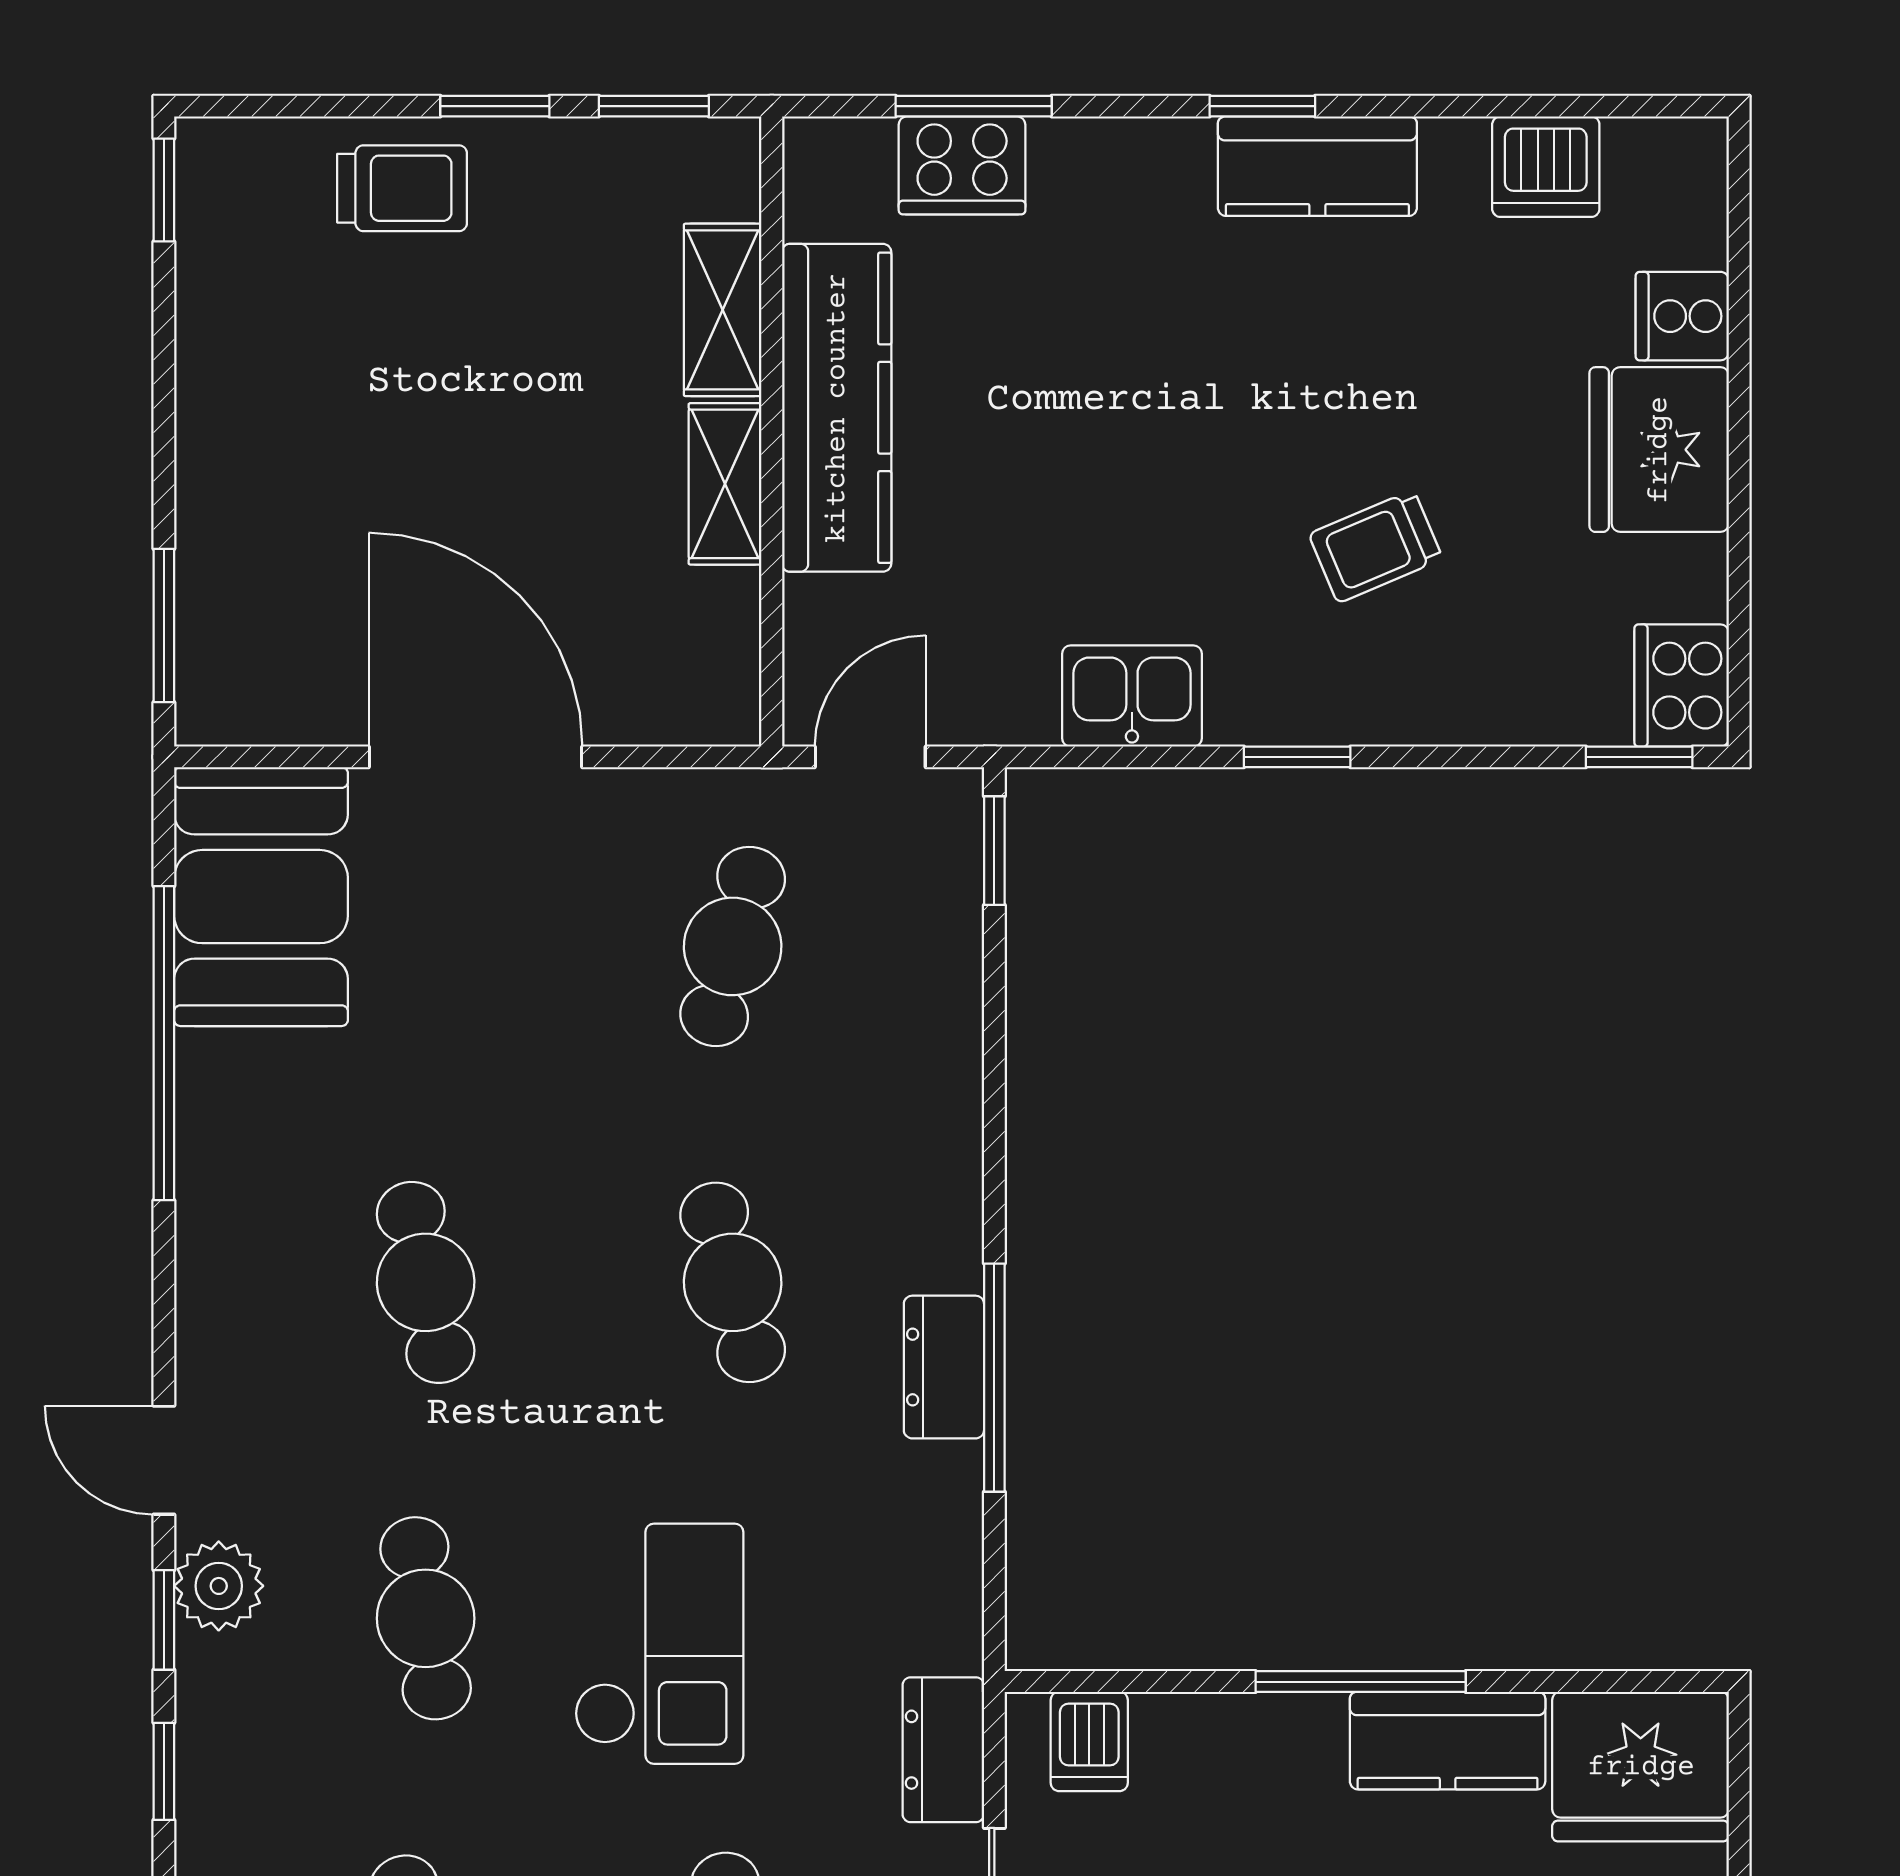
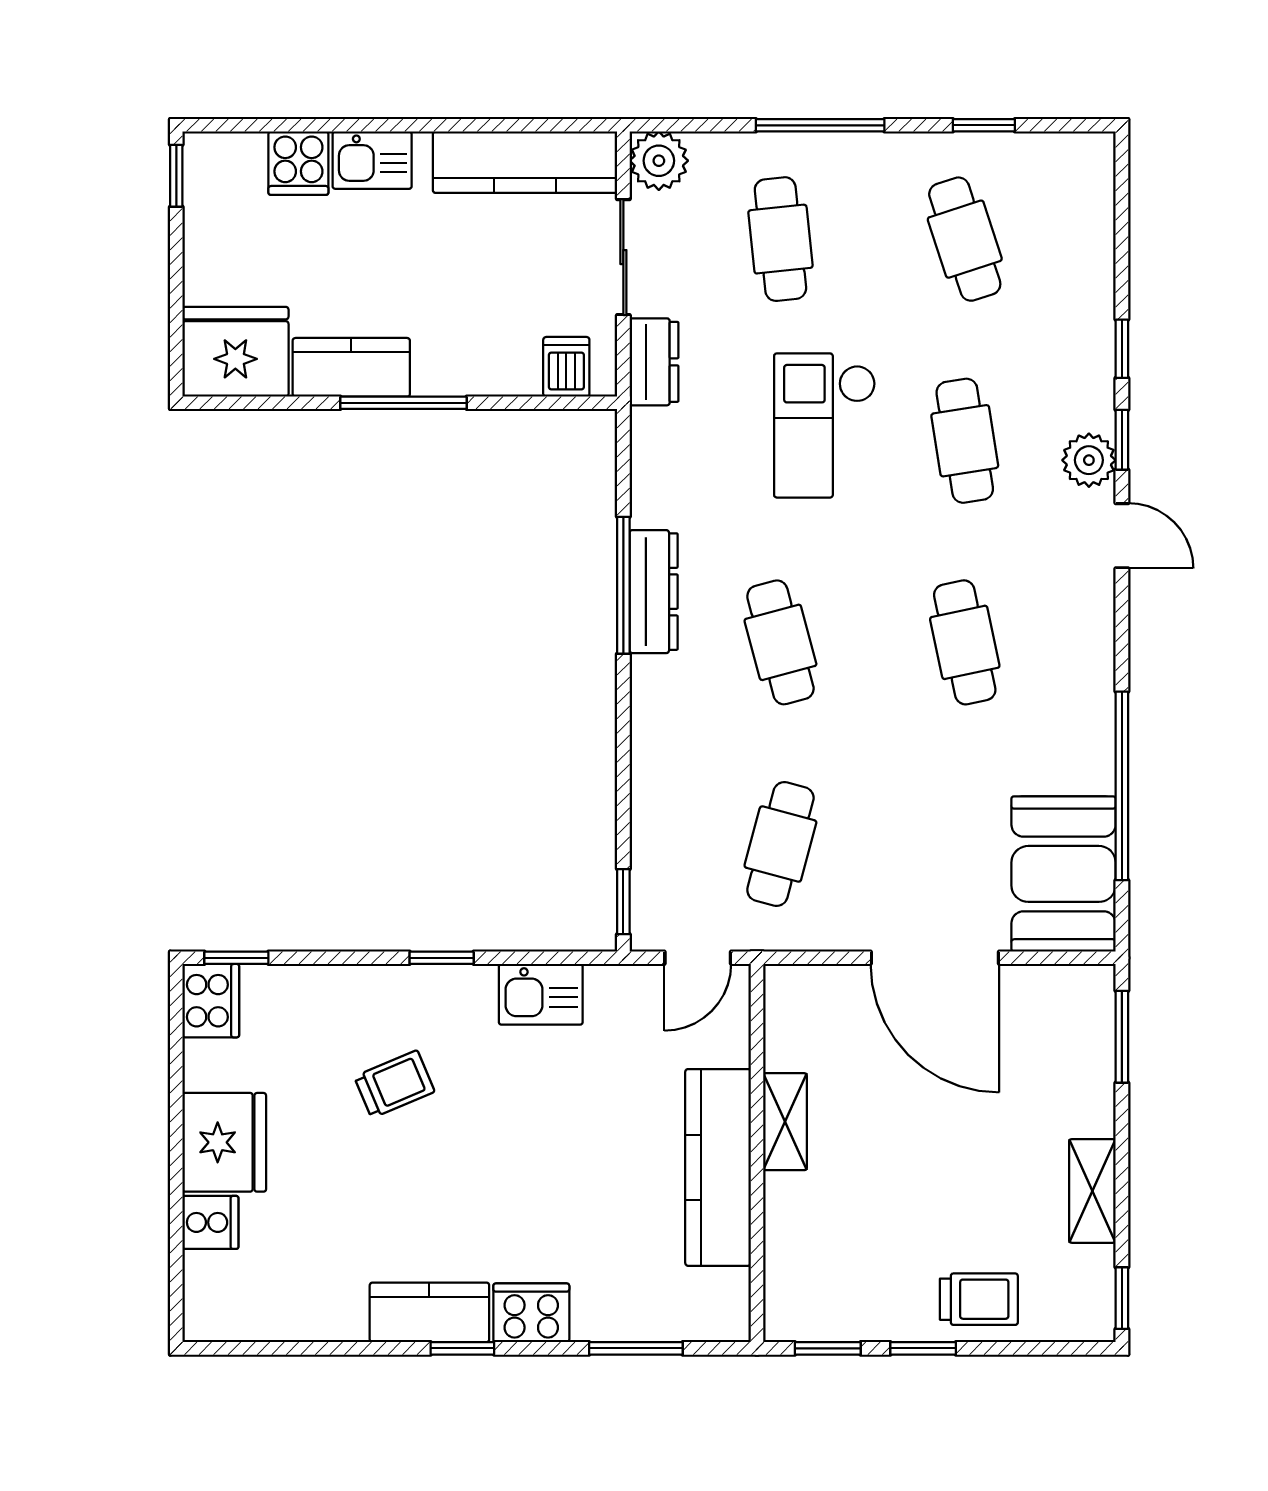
cooker: (962, 165) -> (531, 1313), moved
dishwasher: (1546, 167) -> (292, 1312), removed
trolley: (402, 188) -> (979, 1299), turned 180
shelving: (723, 310) -> (1092, 1191), moved
dresser: (944, 1367) -> (654, 592), width x1.44

